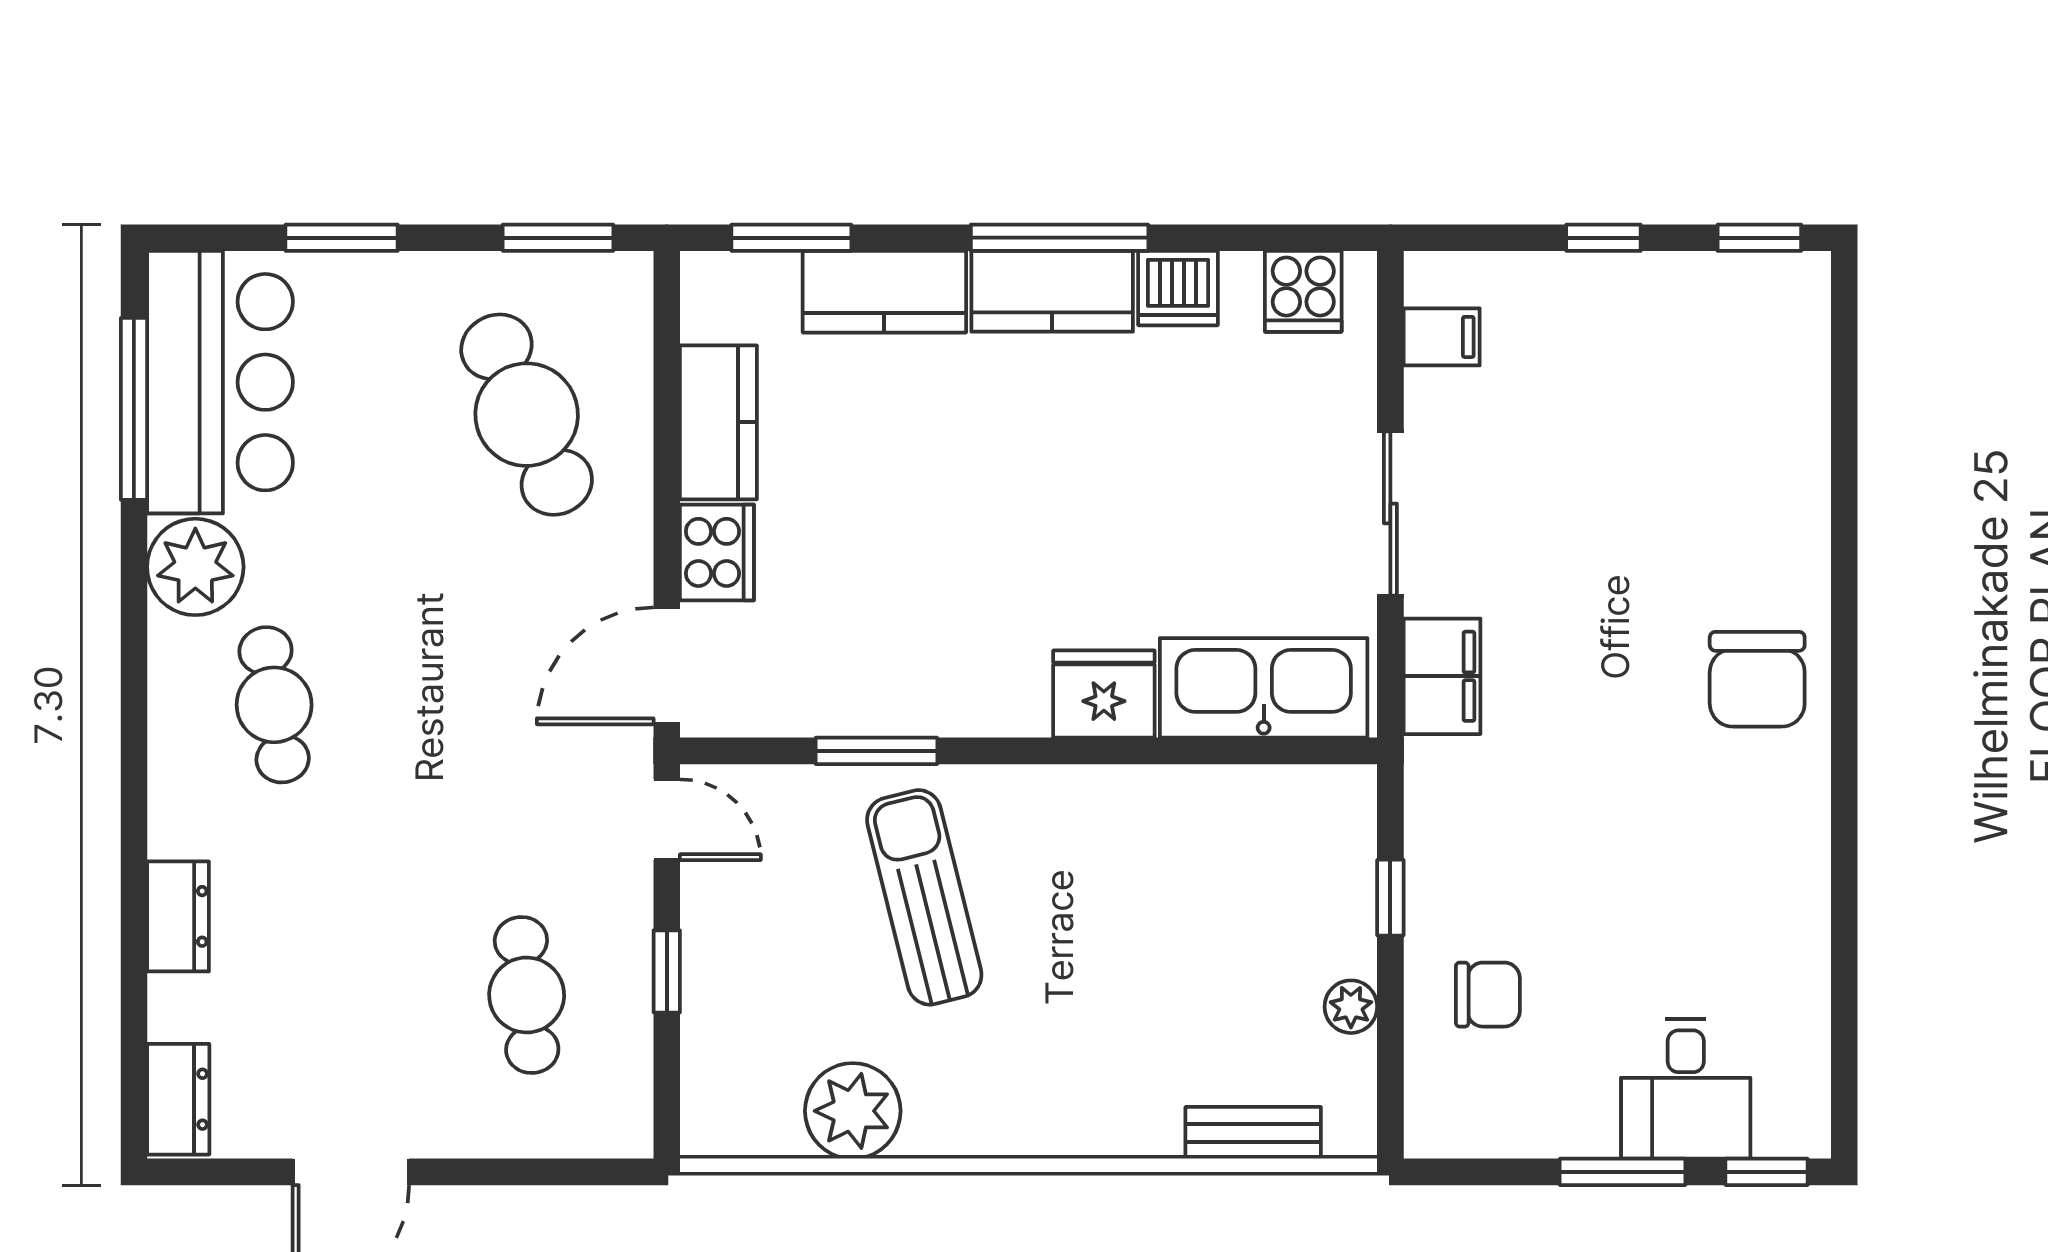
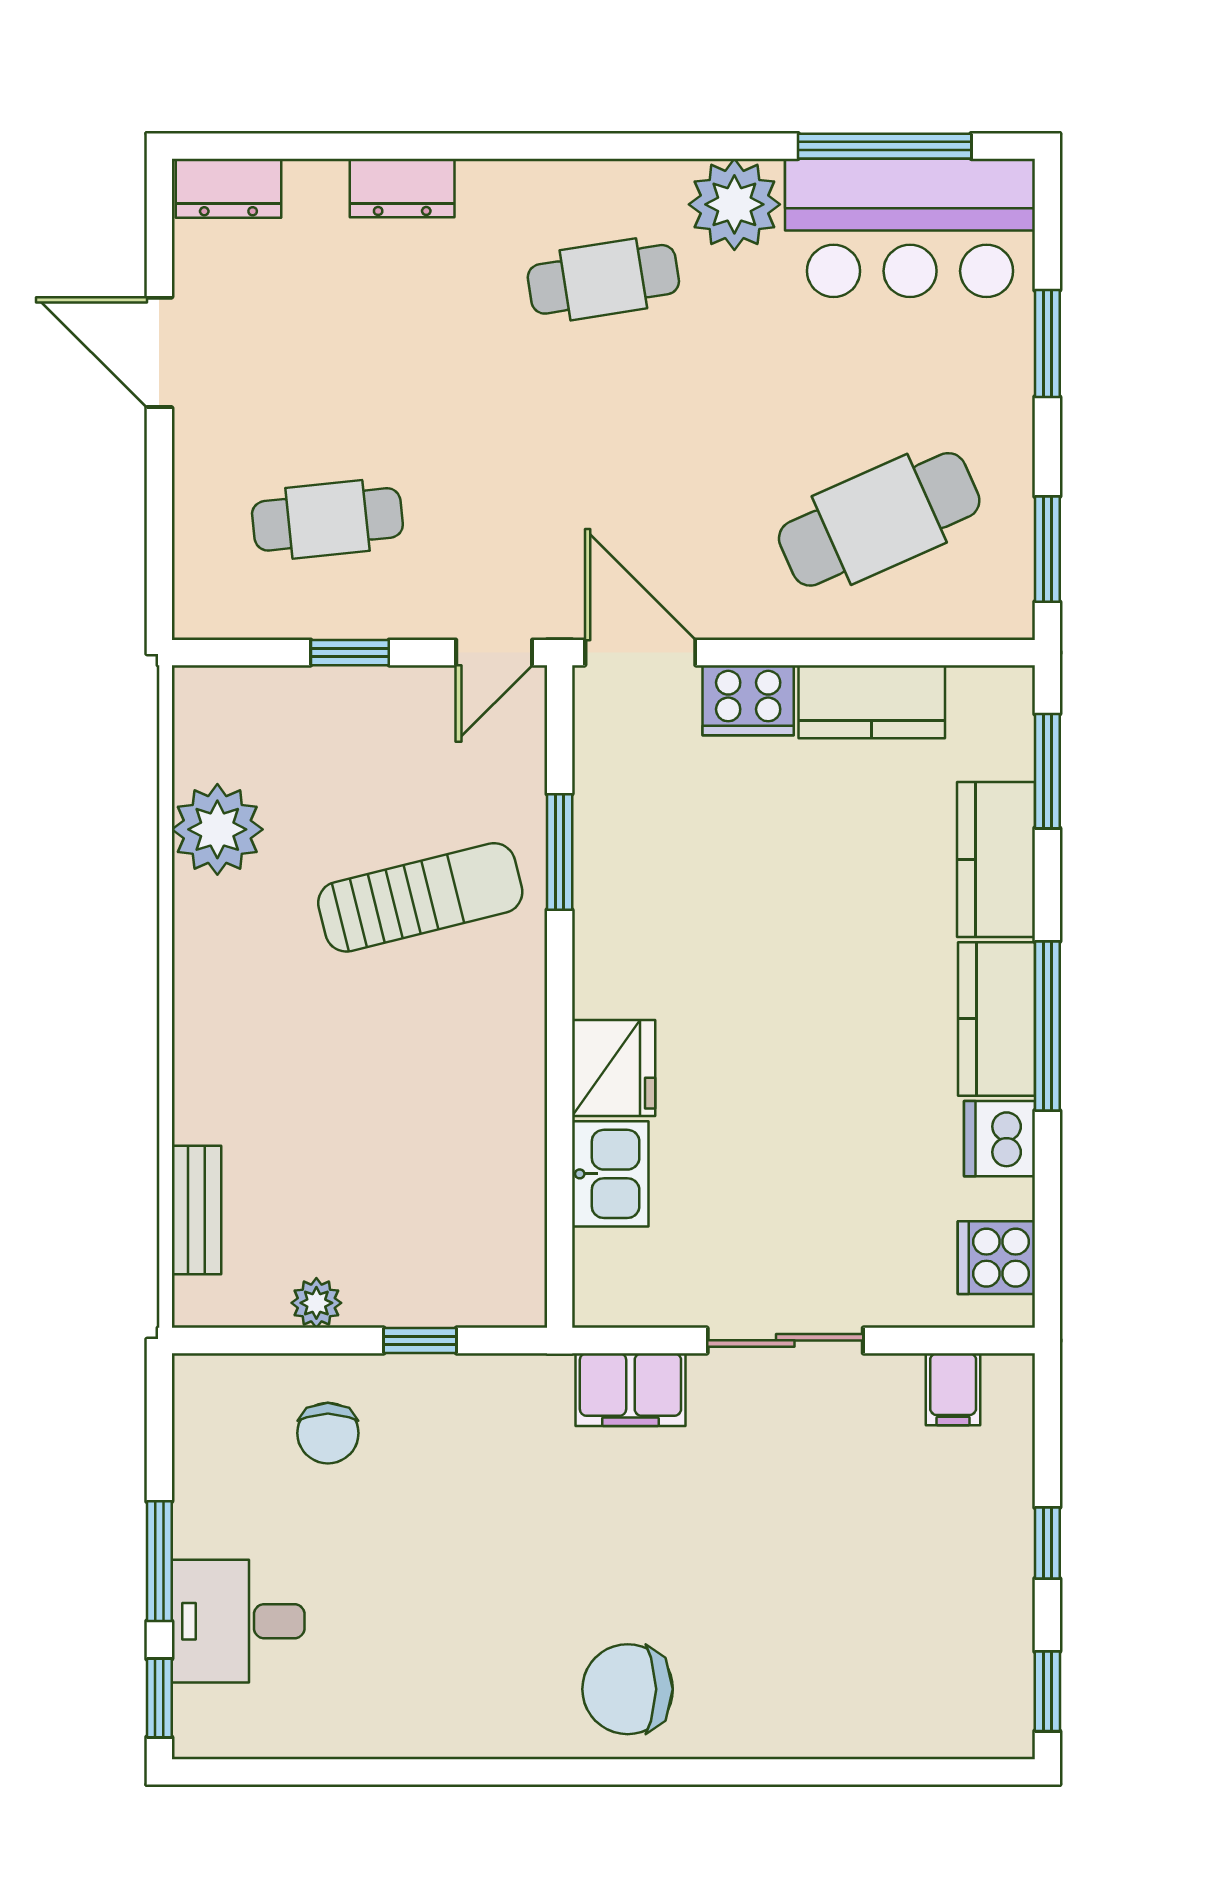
kitchen sink: (1264, 688) -> (610, 1174), width x0.53, depth x0.81

